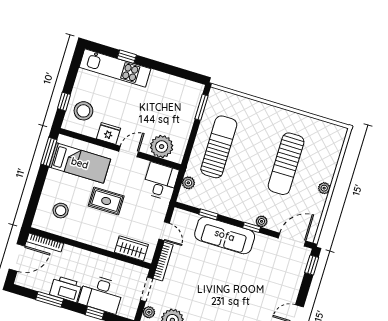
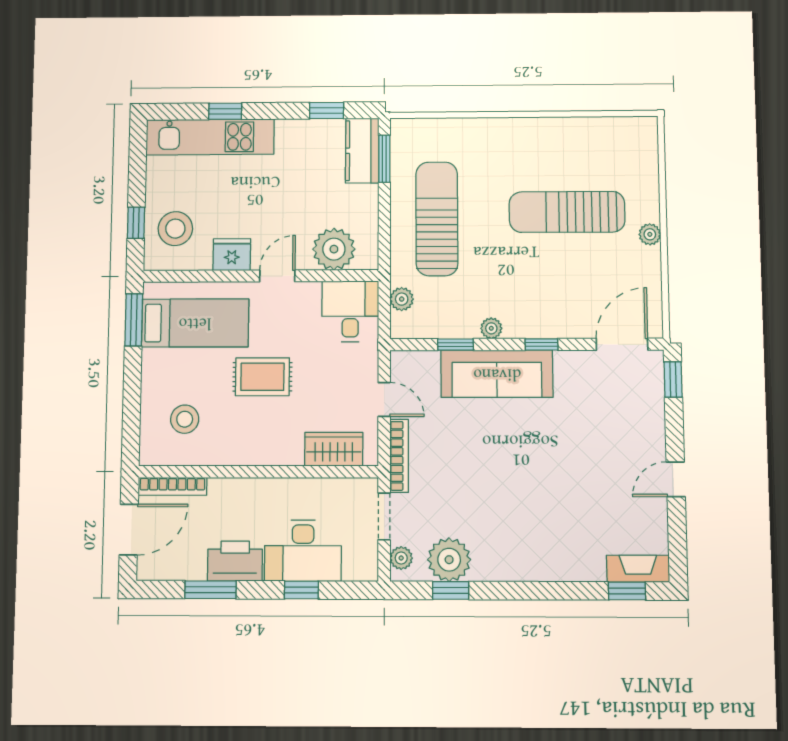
window: (179, 73) -> (327, 111), added
kitchen counter: (191, 99) -> (362, 151), added
sun lounger: (286, 164) -> (567, 212), turned 90
plant: (262, 221) -> (491, 328), moved

